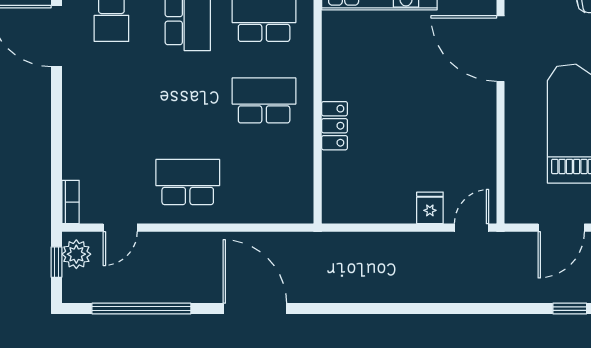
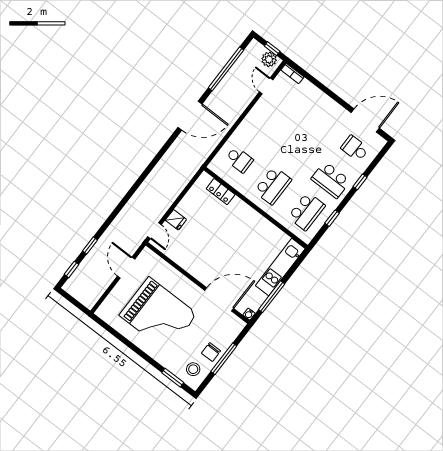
locker: (334, 126) -> (221, 192), moved
school desk: (188, 182) -> (239, 160), moved, width x0.54

